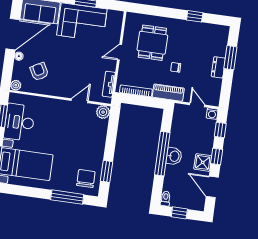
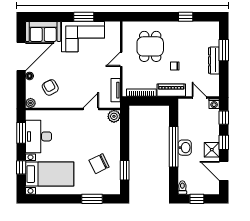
dresser: (218, 67) -> (214, 60), width x1.44
chair: (86, 179) -> (99, 164), moved, turned -116
window: (67, 197) -> (92, 199), width x0.69

